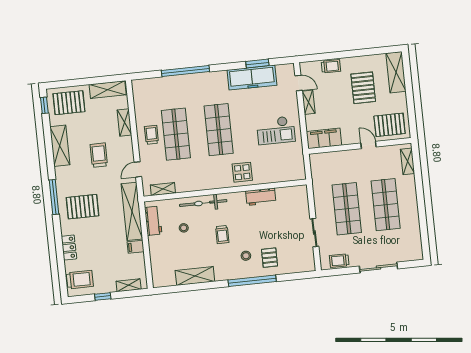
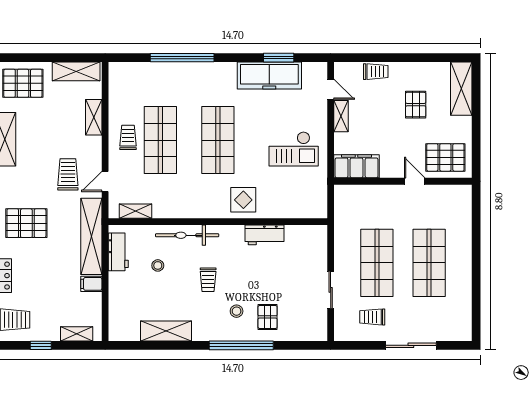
pallet: (363, 88) -> (416, 105), width x0.67, depth x0.71
trolley: (99, 155) -> (68, 174), moved
shelving: (408, 161) -> (464, 208), removed
trolley: (339, 261) -> (372, 317), moved

